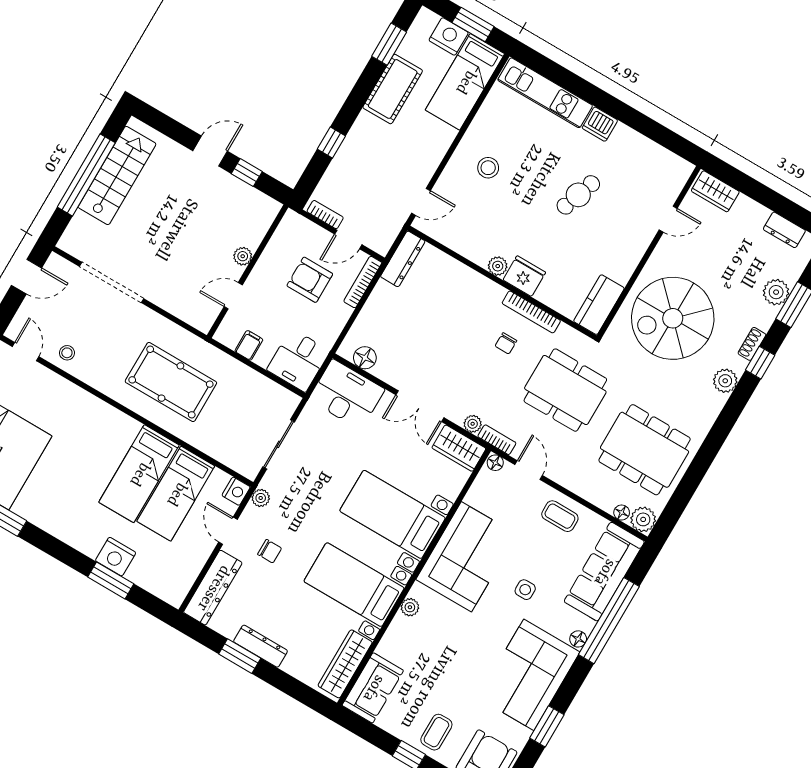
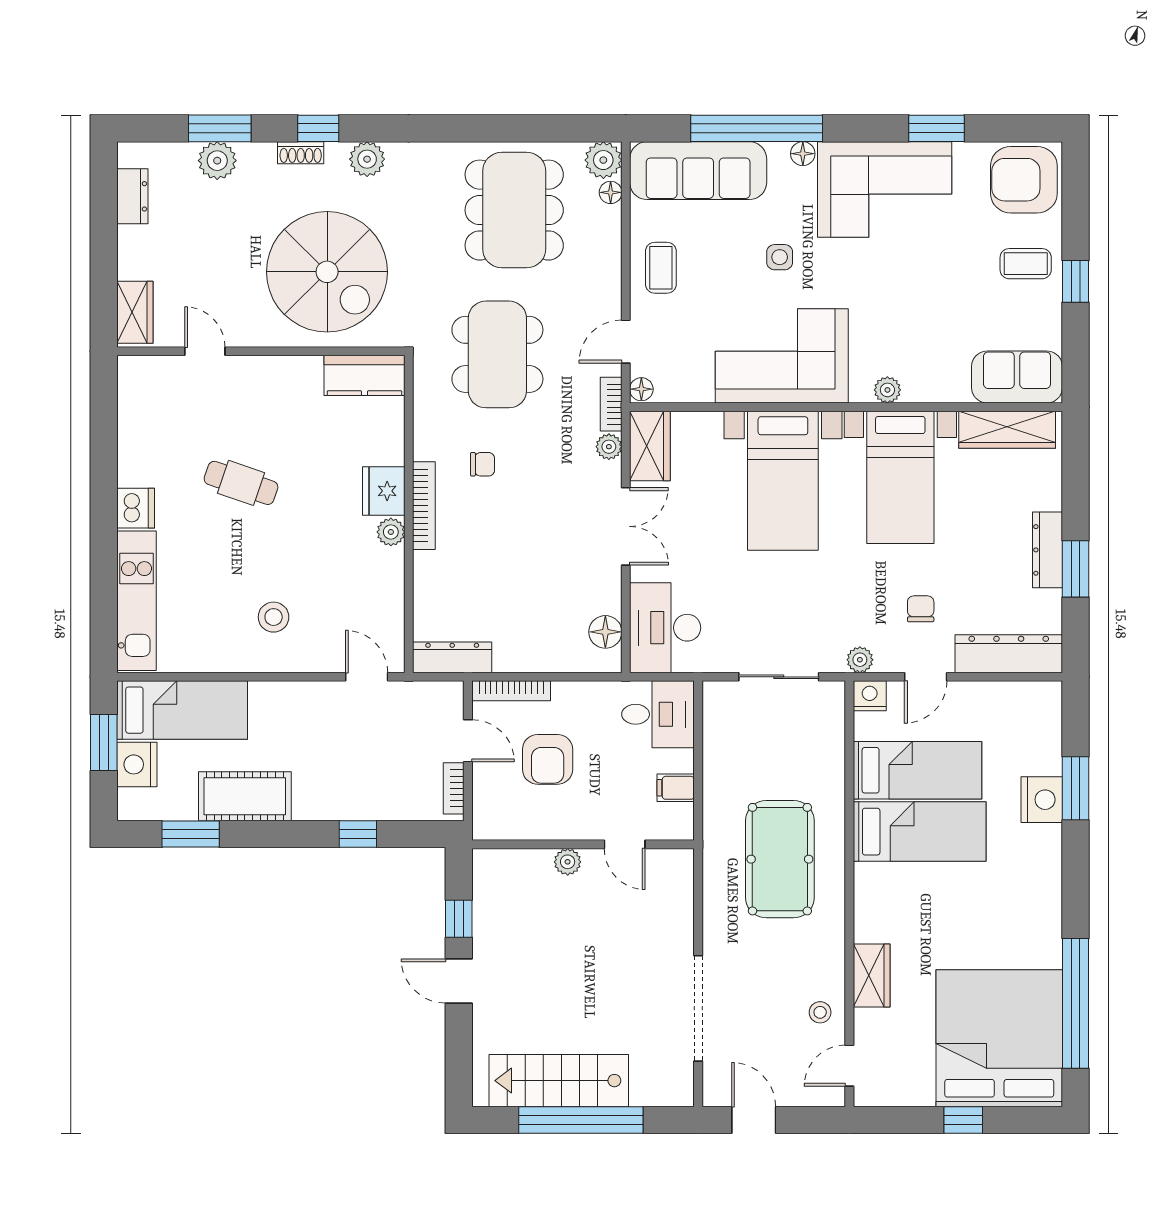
bookcase: (531, 312) -> (424, 506), moved
wardrobe: (71, 396) -> (872, 975), added

